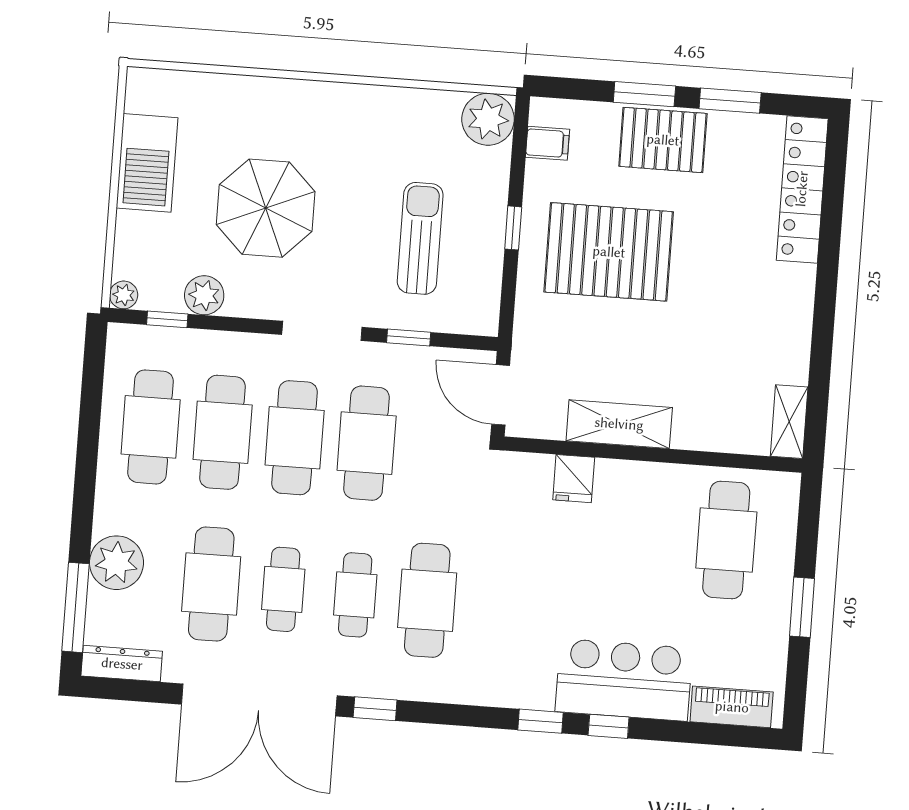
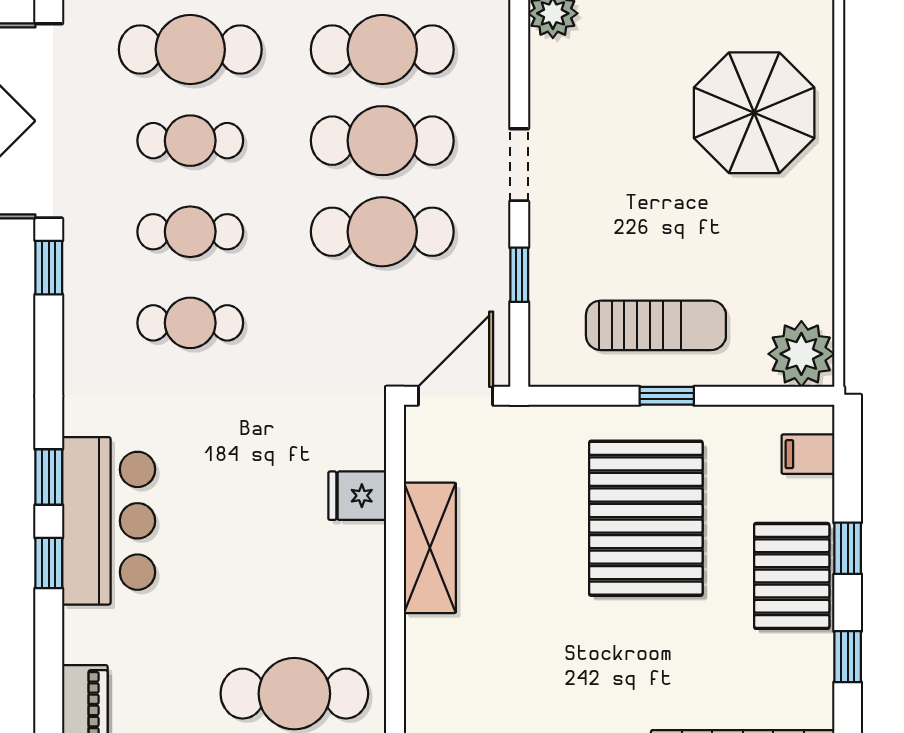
window: (644, 94) -> (848, 548), width x0.67
window: (730, 101) -> (848, 657), width x0.67
filing cabinet: (547, 143) -> (808, 454), moved, turned 90
parasol: (266, 208) -> (754, 113), moved
sun lounger: (420, 238) -> (656, 325), moved
doorway: (322, 331) -> (519, 165), width x0.73
cafe table: (427, 600) -> (190, 323), width x0.73, depth x0.74
bar counter: (624, 680) -> (109, 521), moved

